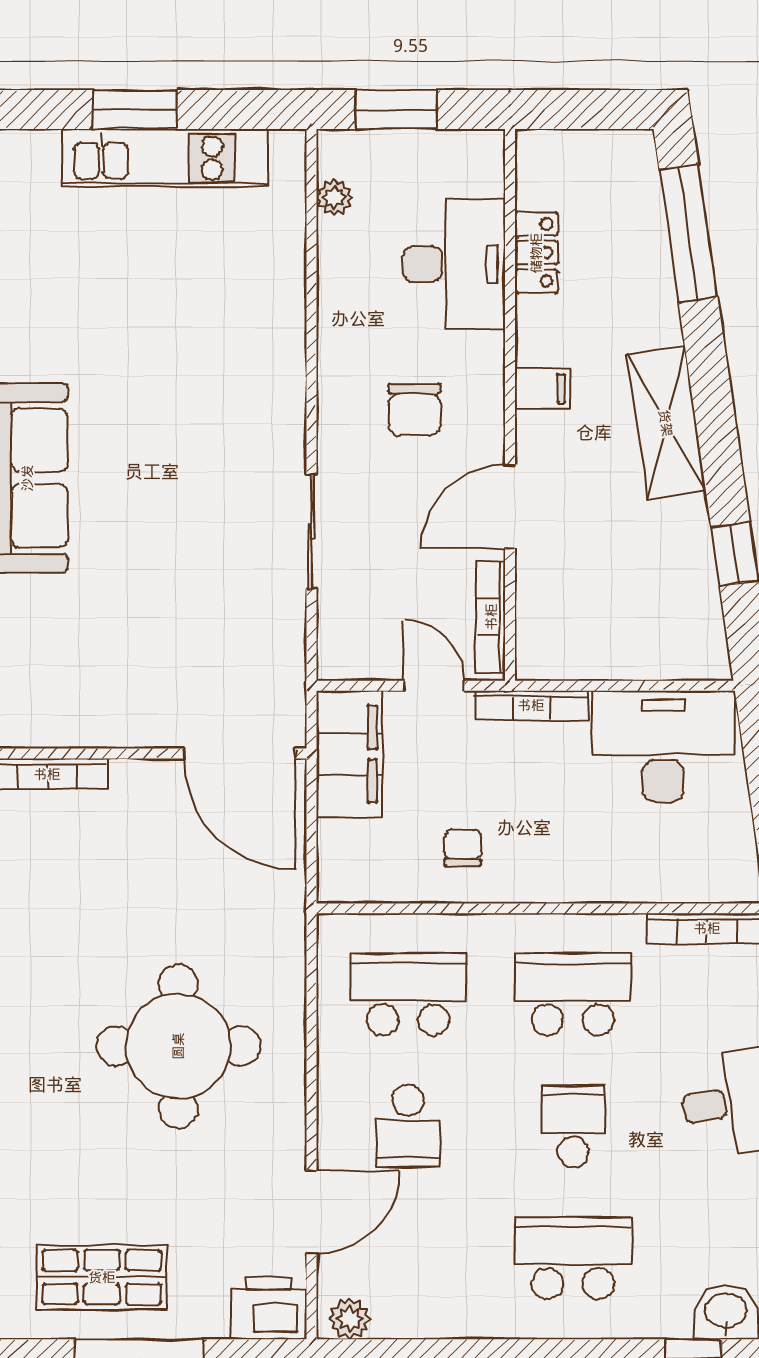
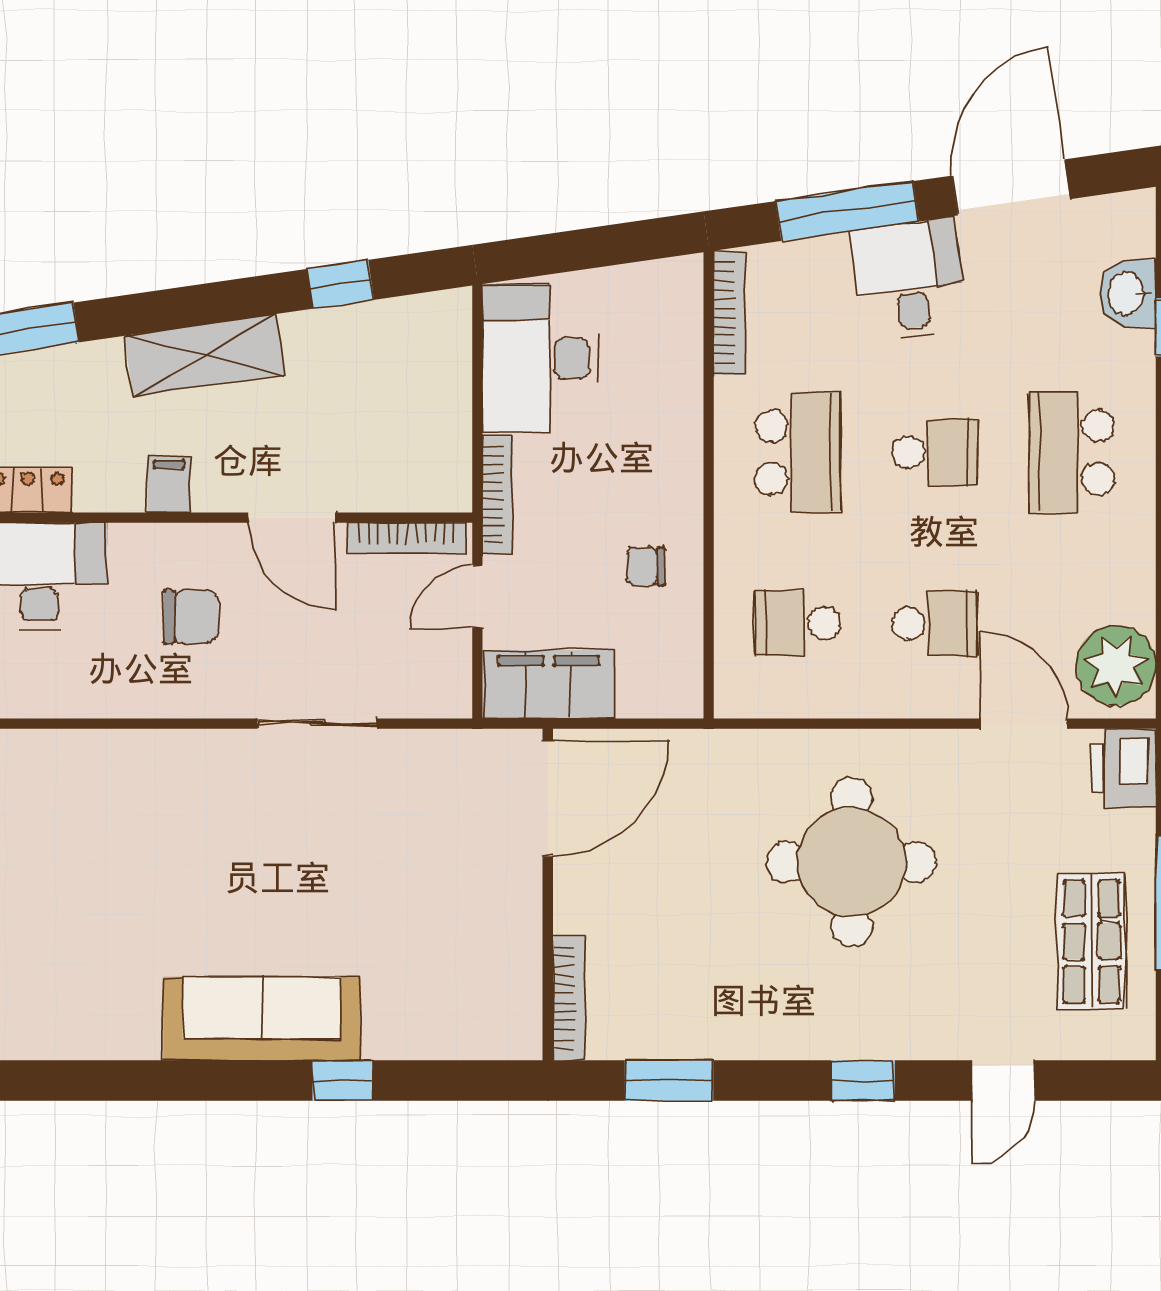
school desk: (408, 994) -> (798, 623), width x0.54
school desk: (573, 994) -> (798, 452), turned 180
school desk: (573, 1126) -> (935, 452), turned 180
plant: (350, 1319) -> (1116, 665), width x1.87, depth x1.87

